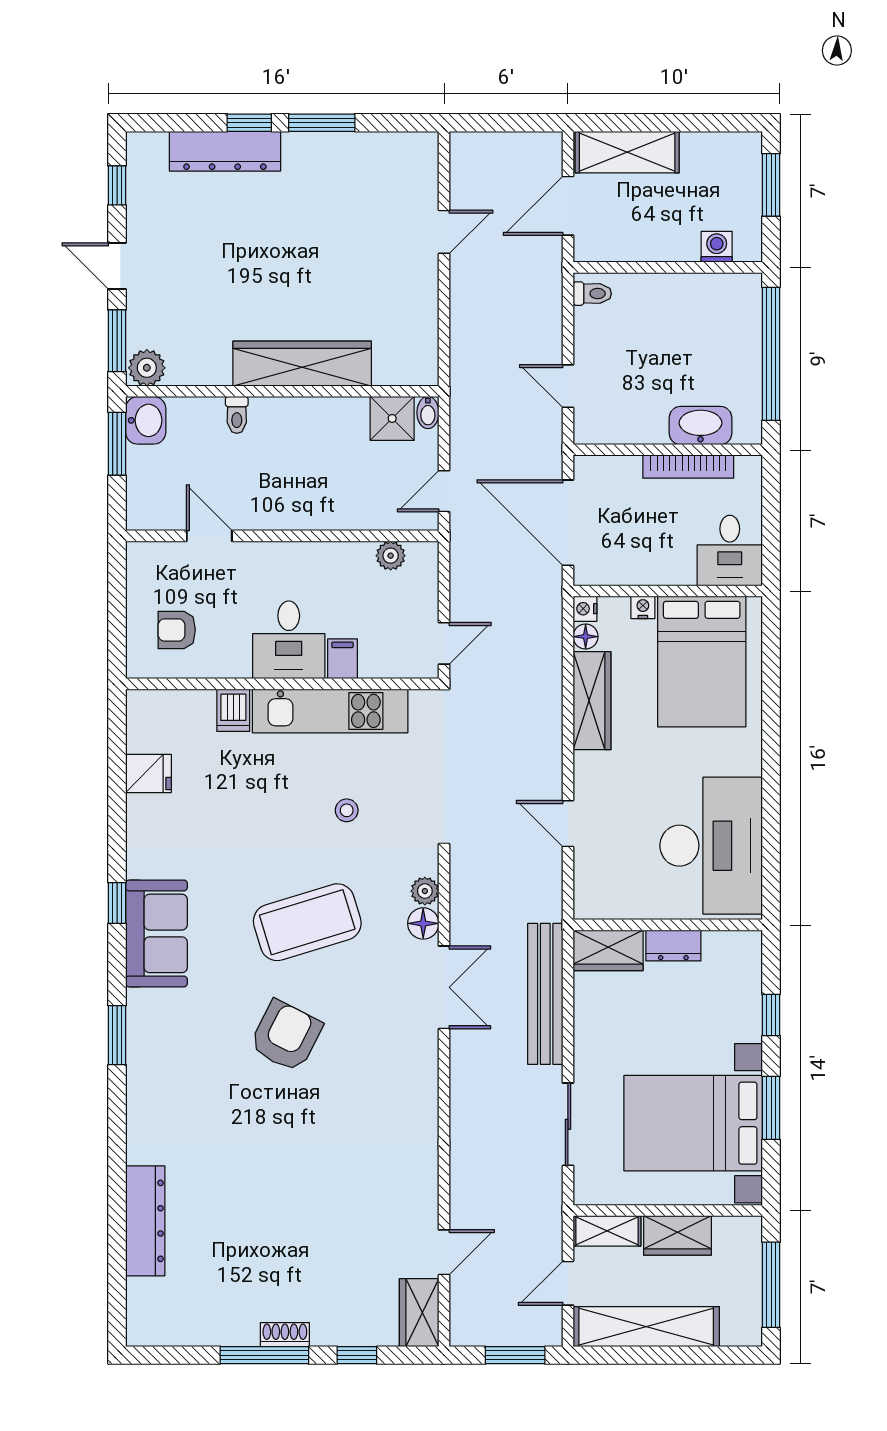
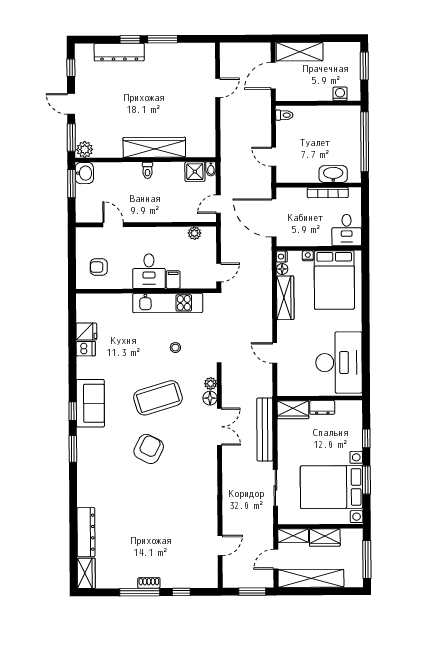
toilet: (237, 415) -> (147, 170), moved
dishwasher: (233, 710) -> (86, 349), moved, turned -90
window: (117, 903) -> (73, 411), moved
wardrobe: (419, 1313) -> (86, 573), moved, turned 180

